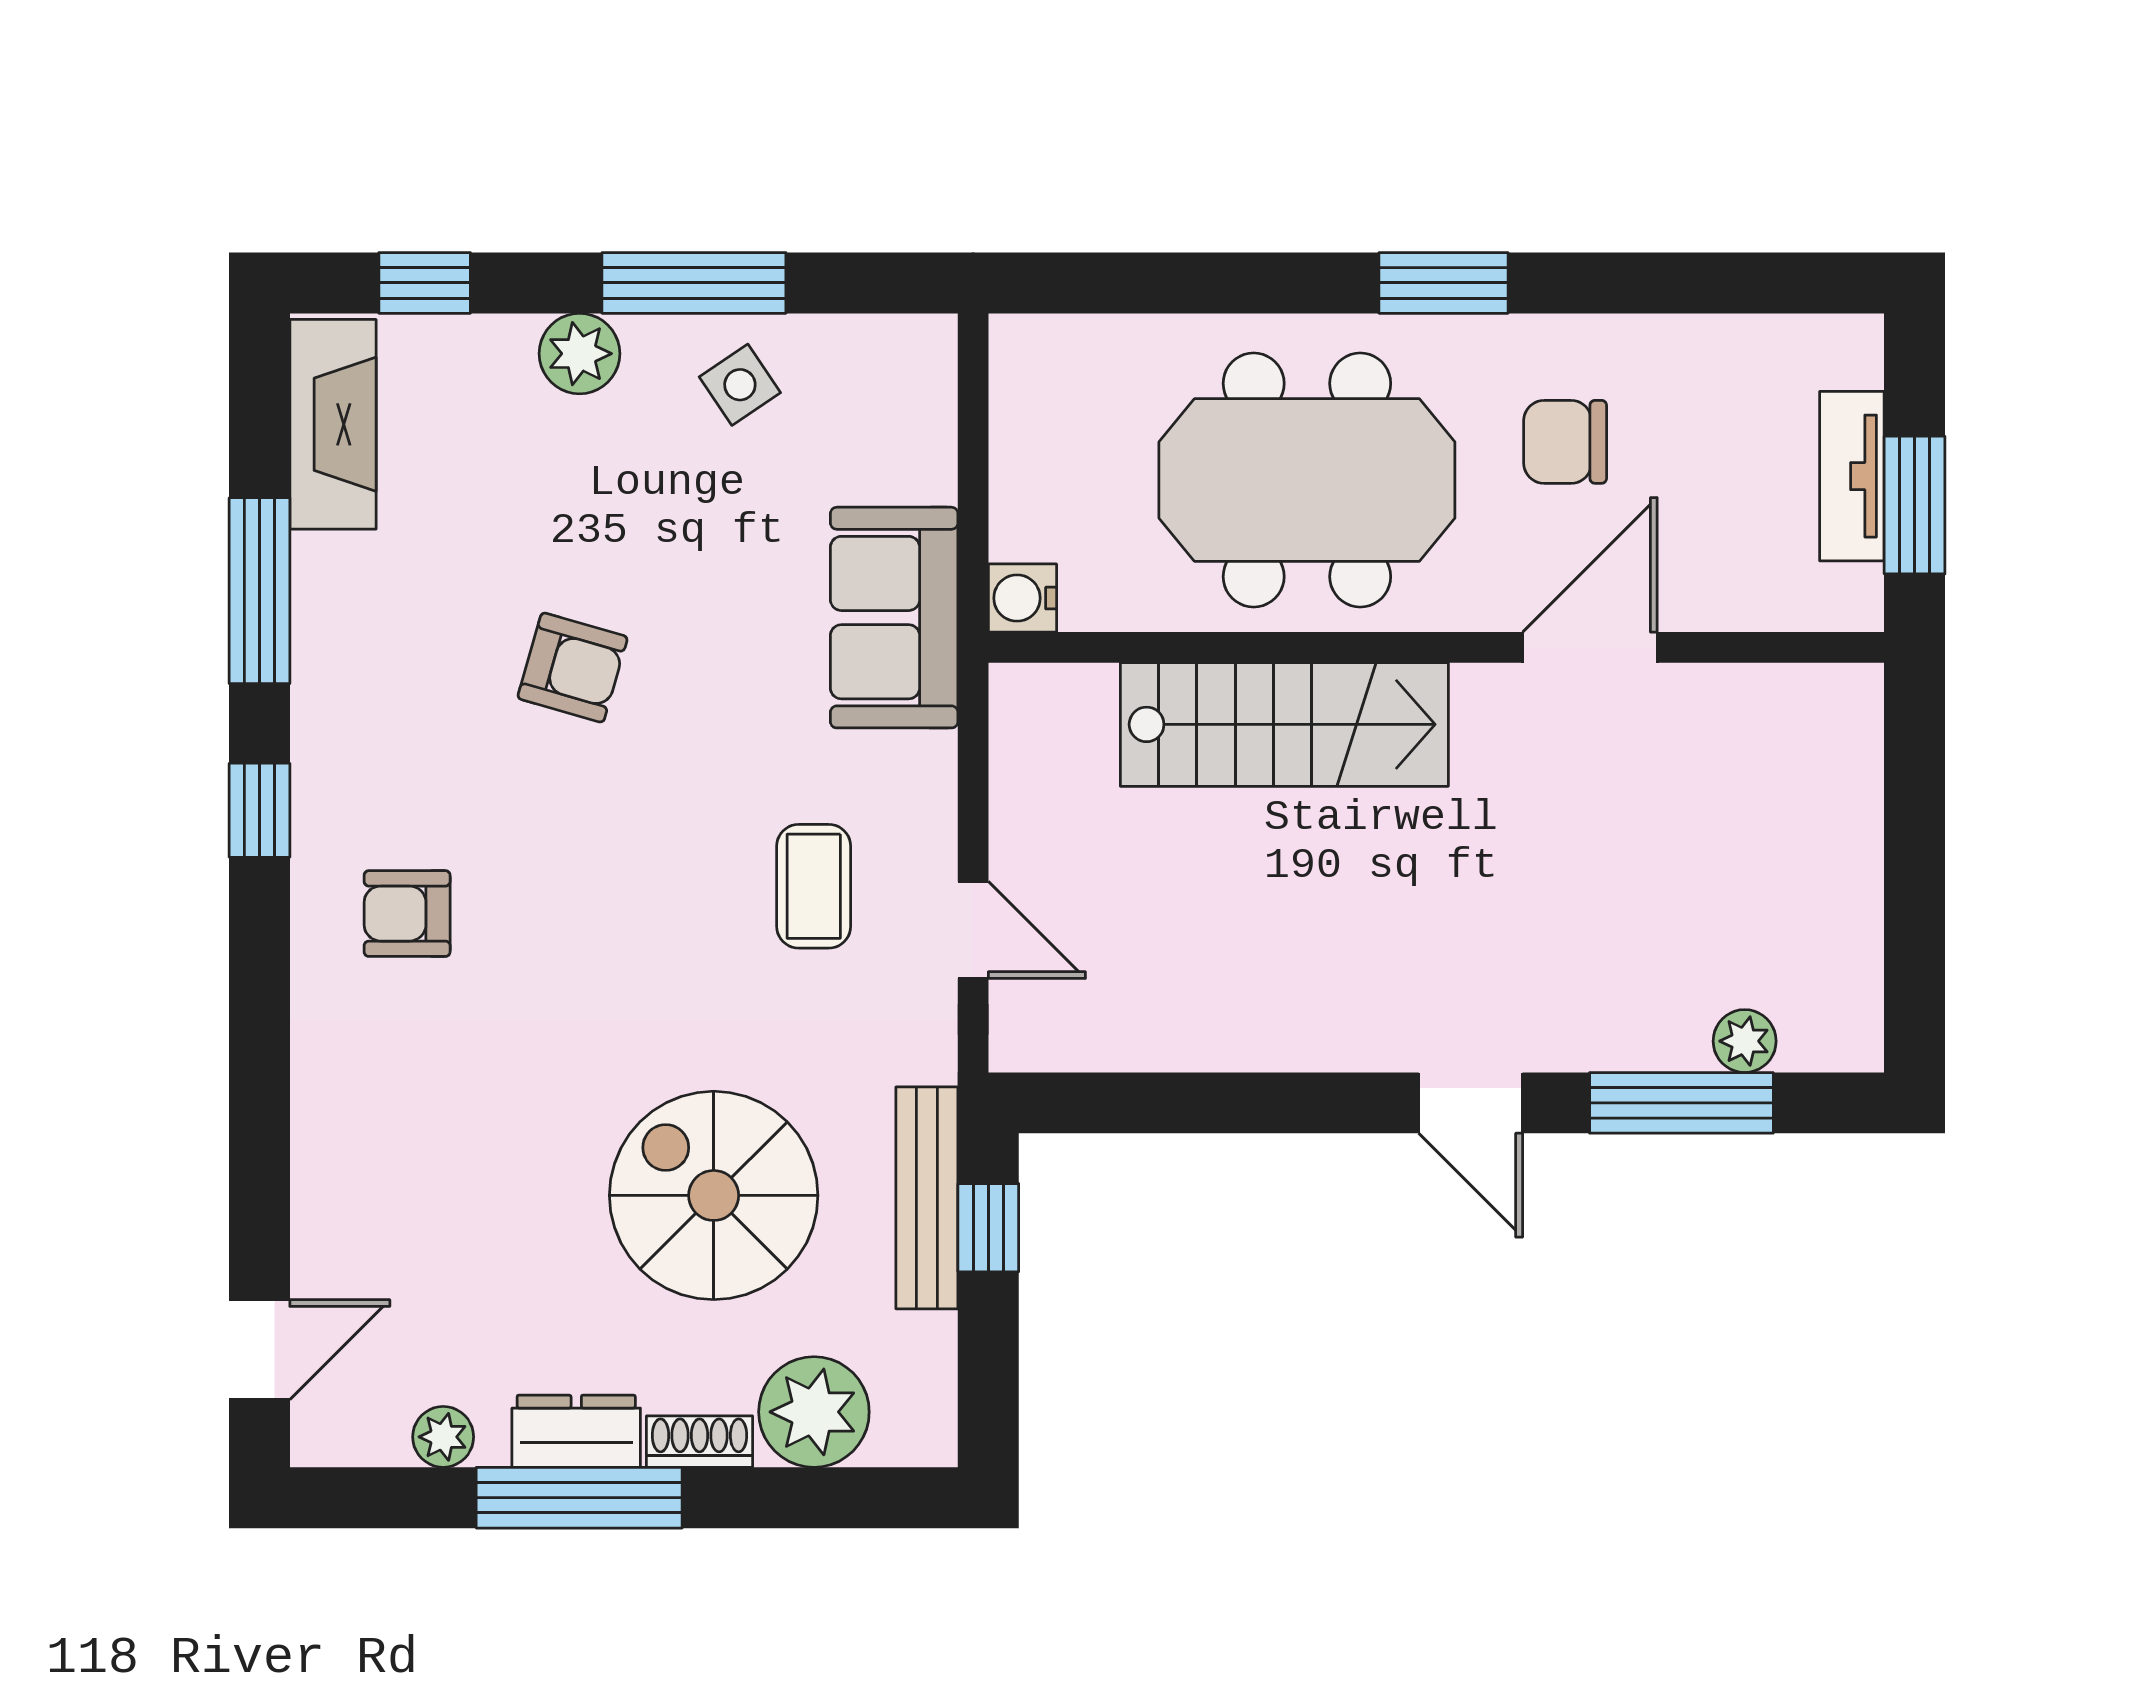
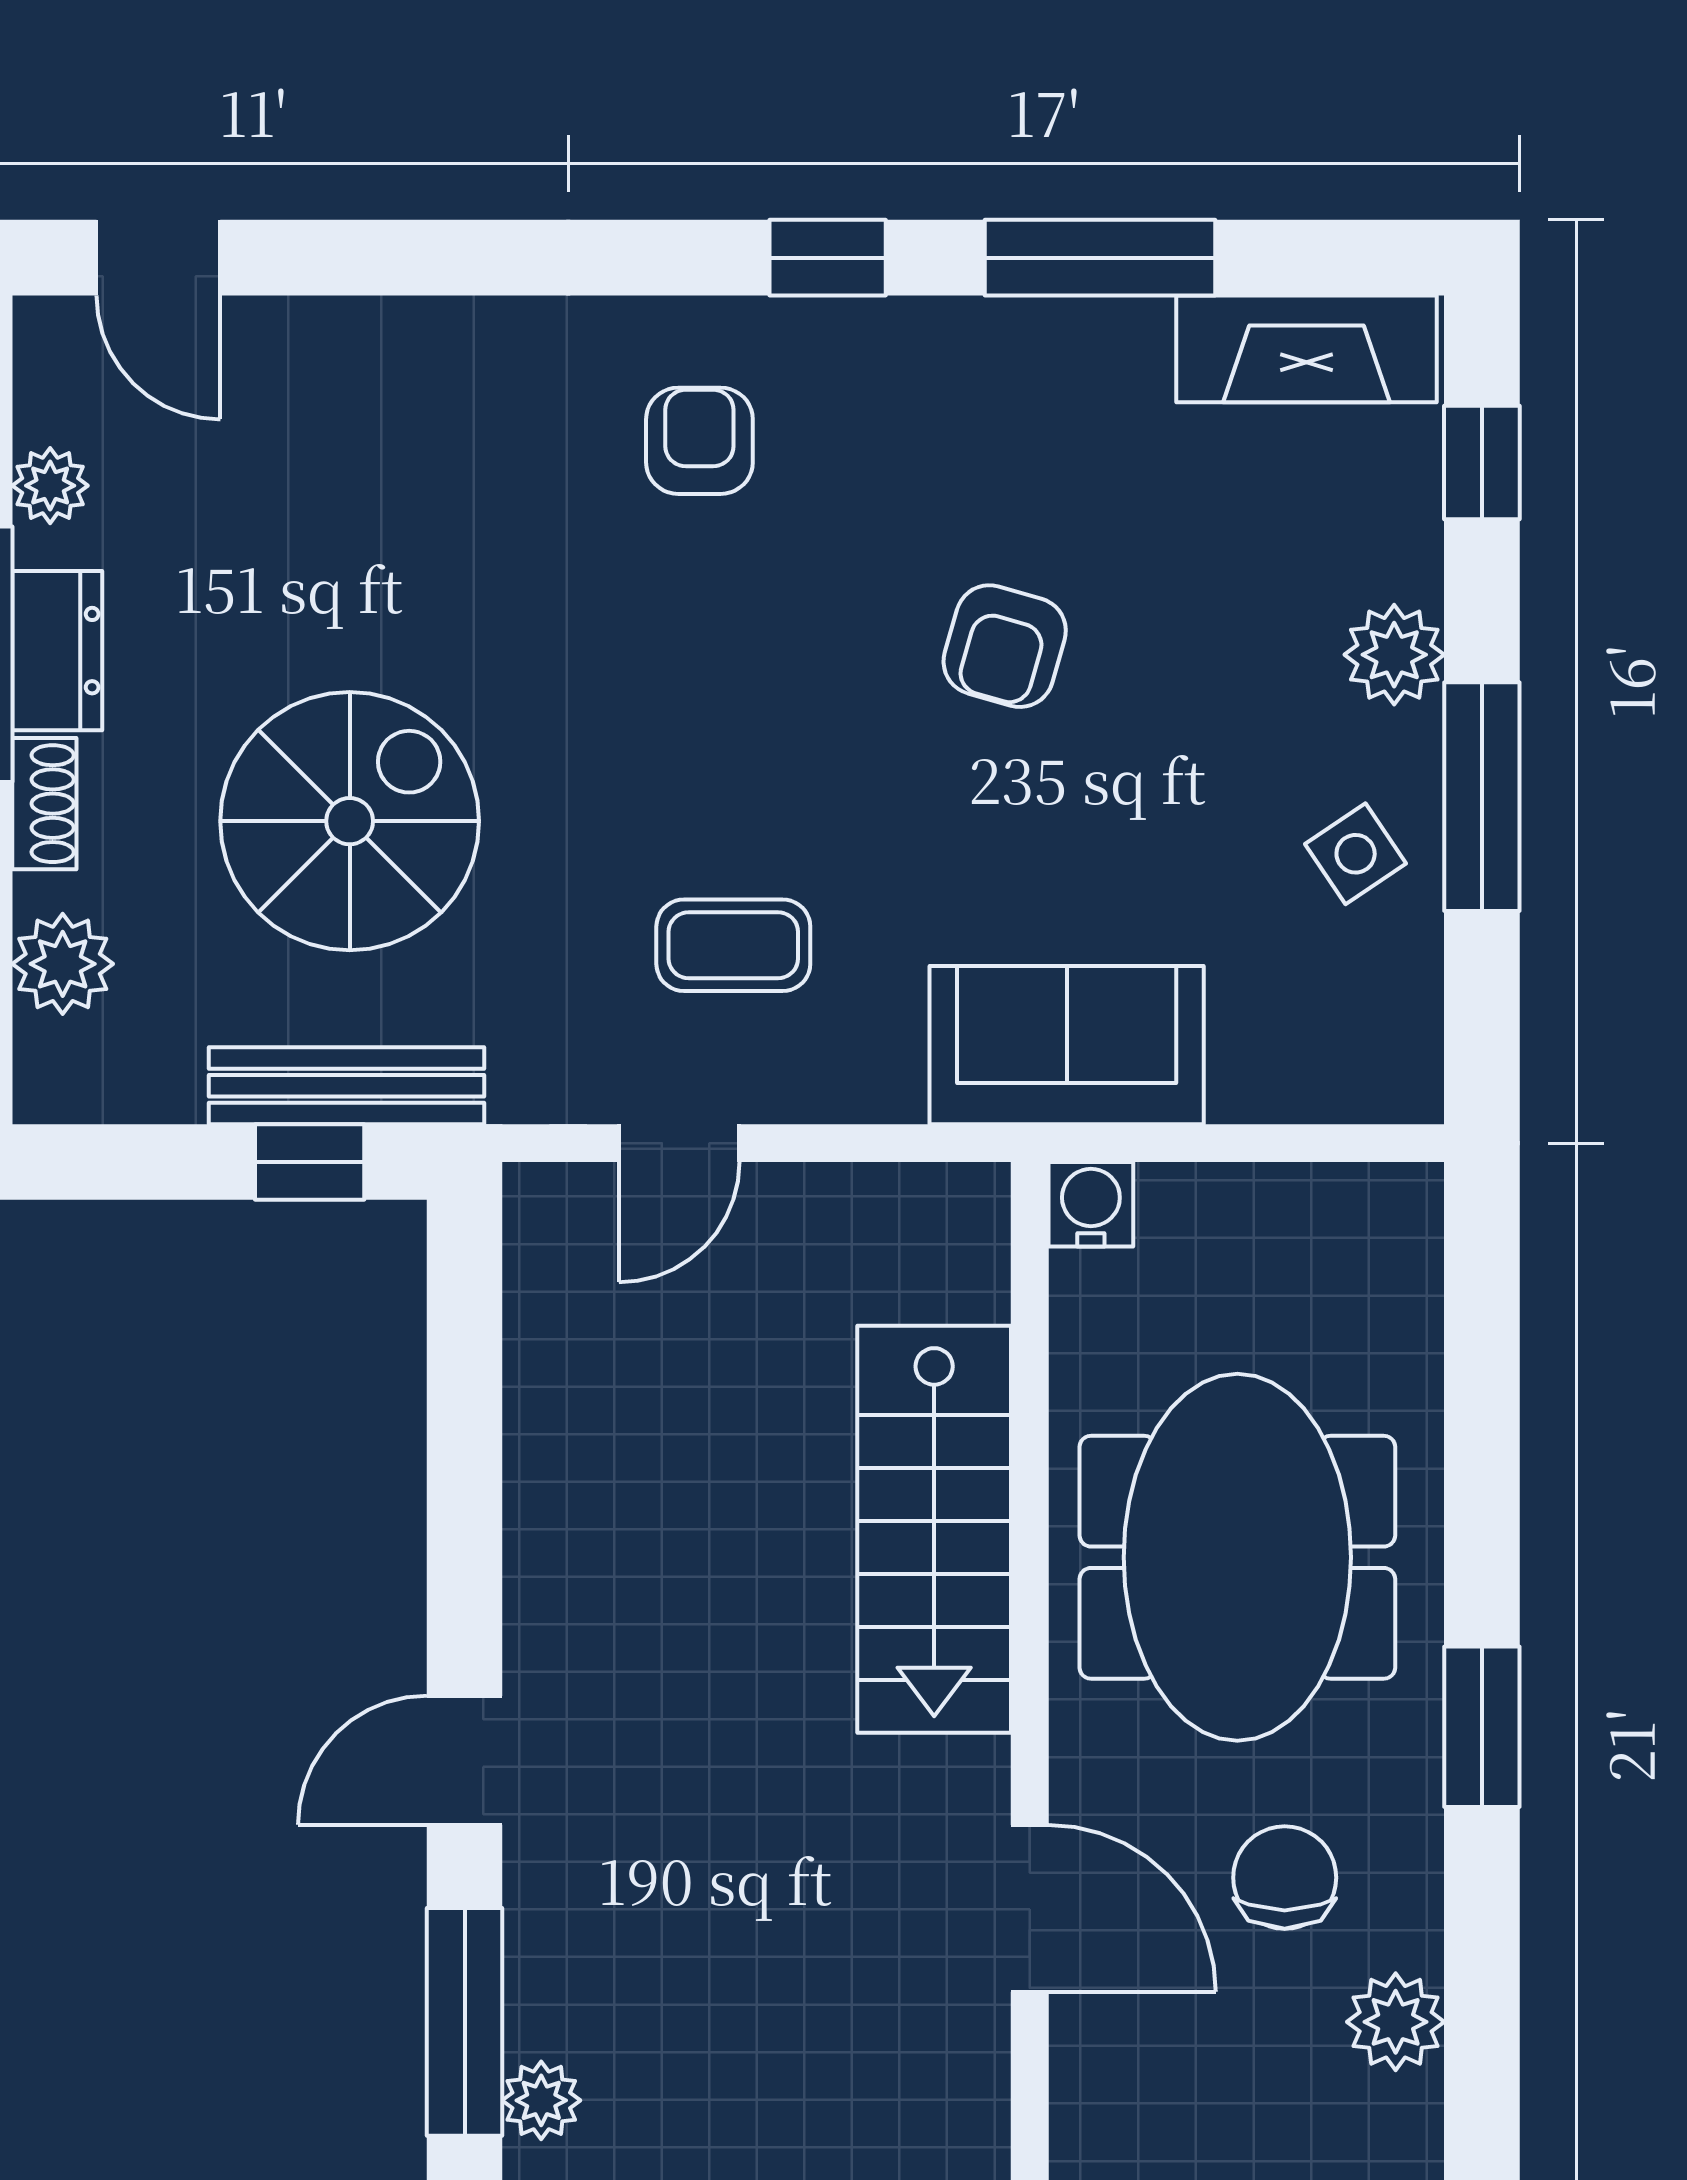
plant: (1681, 352) -> (1396, 2022), added
plant: (814, 1412) -> (63, 964), width x0.73, depth x0.73

